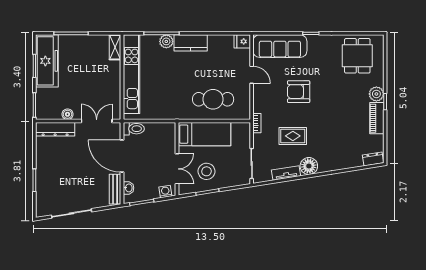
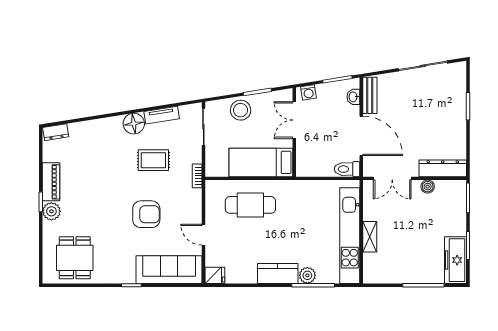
shelving: (115, 47) -> (370, 237), moved
freezer: (47, 61) -> (456, 260), width x0.73, depth x0.79
stool: (207, 171) -> (241, 110), moved

